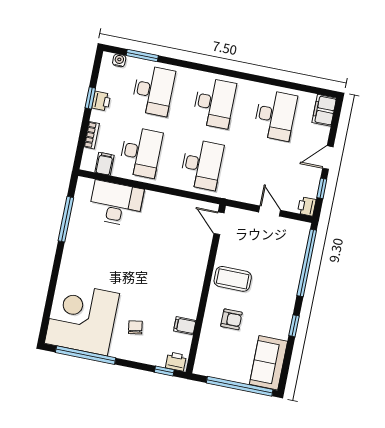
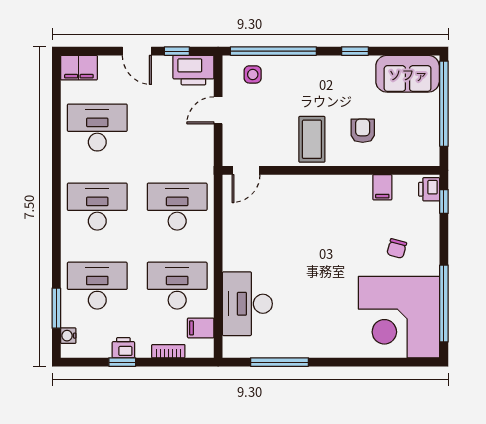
printer: (307, 206) -> (193, 70), width x1.87, depth x1.48
side table: (292, 243) -> (253, 74), added
chair: (135, 327) -> (397, 248), turned -66

